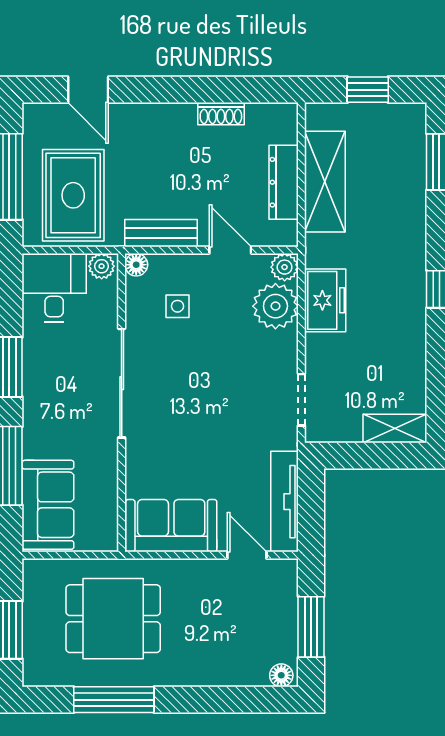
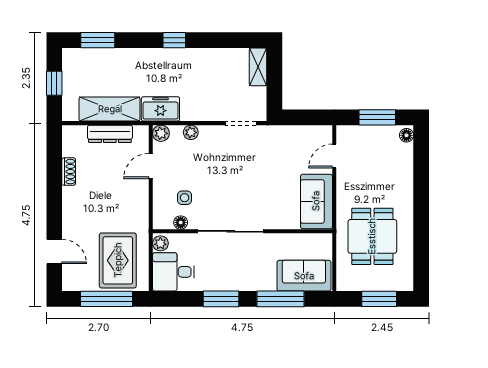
door: (88, 90) -> (54, 251), hinge flipped
rug: (73, 195) -> (118, 260), turned 90
bench: (161, 233) -> (141, 208), removed
floor lamp: (136, 265) -> (181, 223), moved
freezer: (325, 300) -> (160, 109), moved
plant: (275, 306) -> (191, 132), width x0.53, depth x0.53
tv unit: (285, 502) -> (302, 133), removed
window: (114, 700) -> (421, 236), removed

